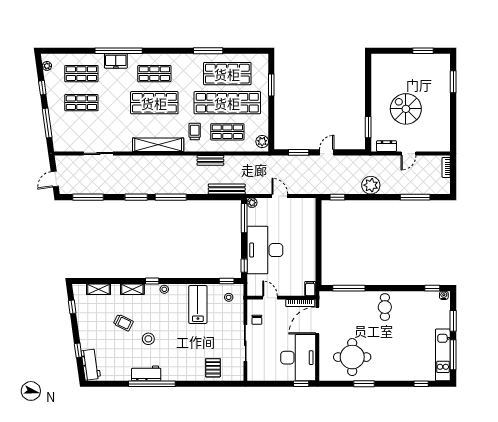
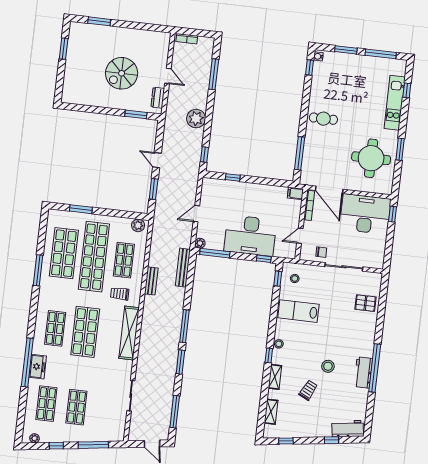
window: (319, 227) -> (233, 177), added
kitchen unit: (443, 355) -> (395, 103), moved, turned 90

